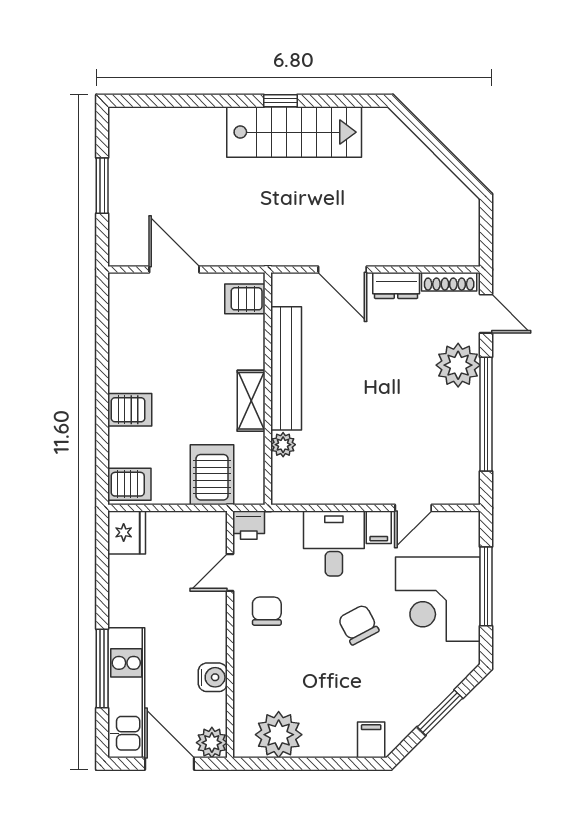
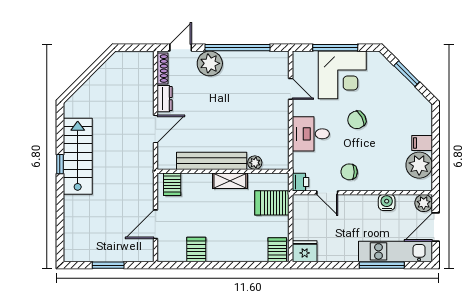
server rack: (130, 410) -> (196, 249), moved
filing cabinet: (379, 527) -> (302, 108), removed
filing cabinet: (371, 740) -> (422, 143), moved

